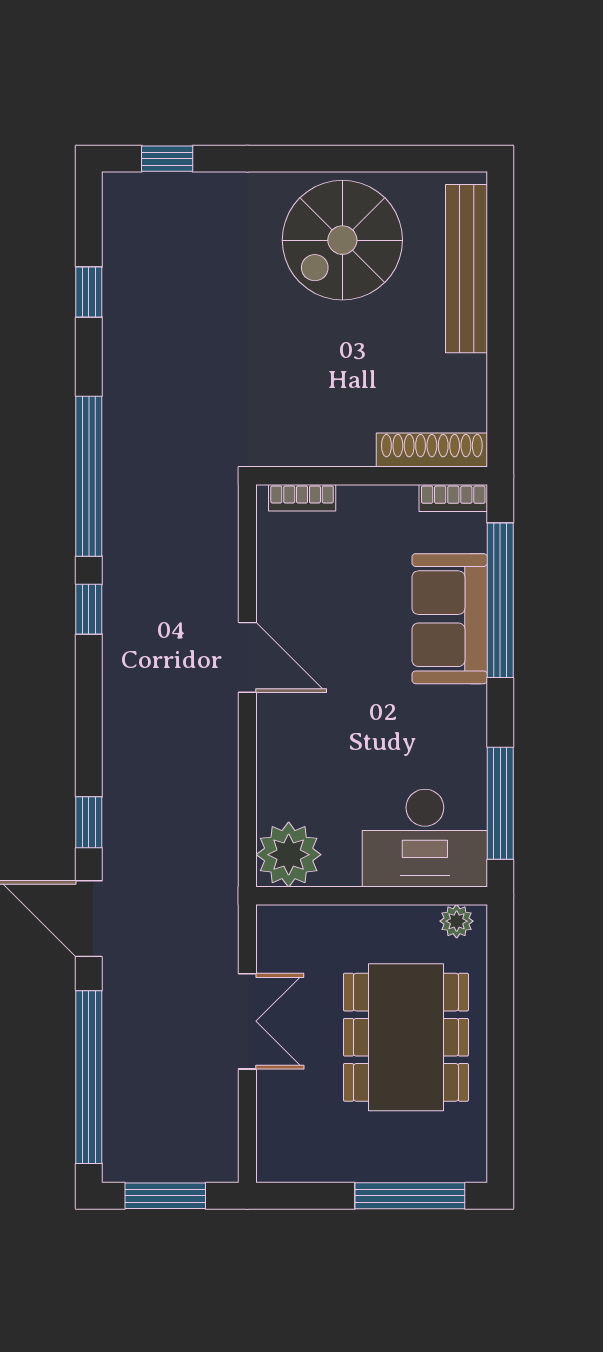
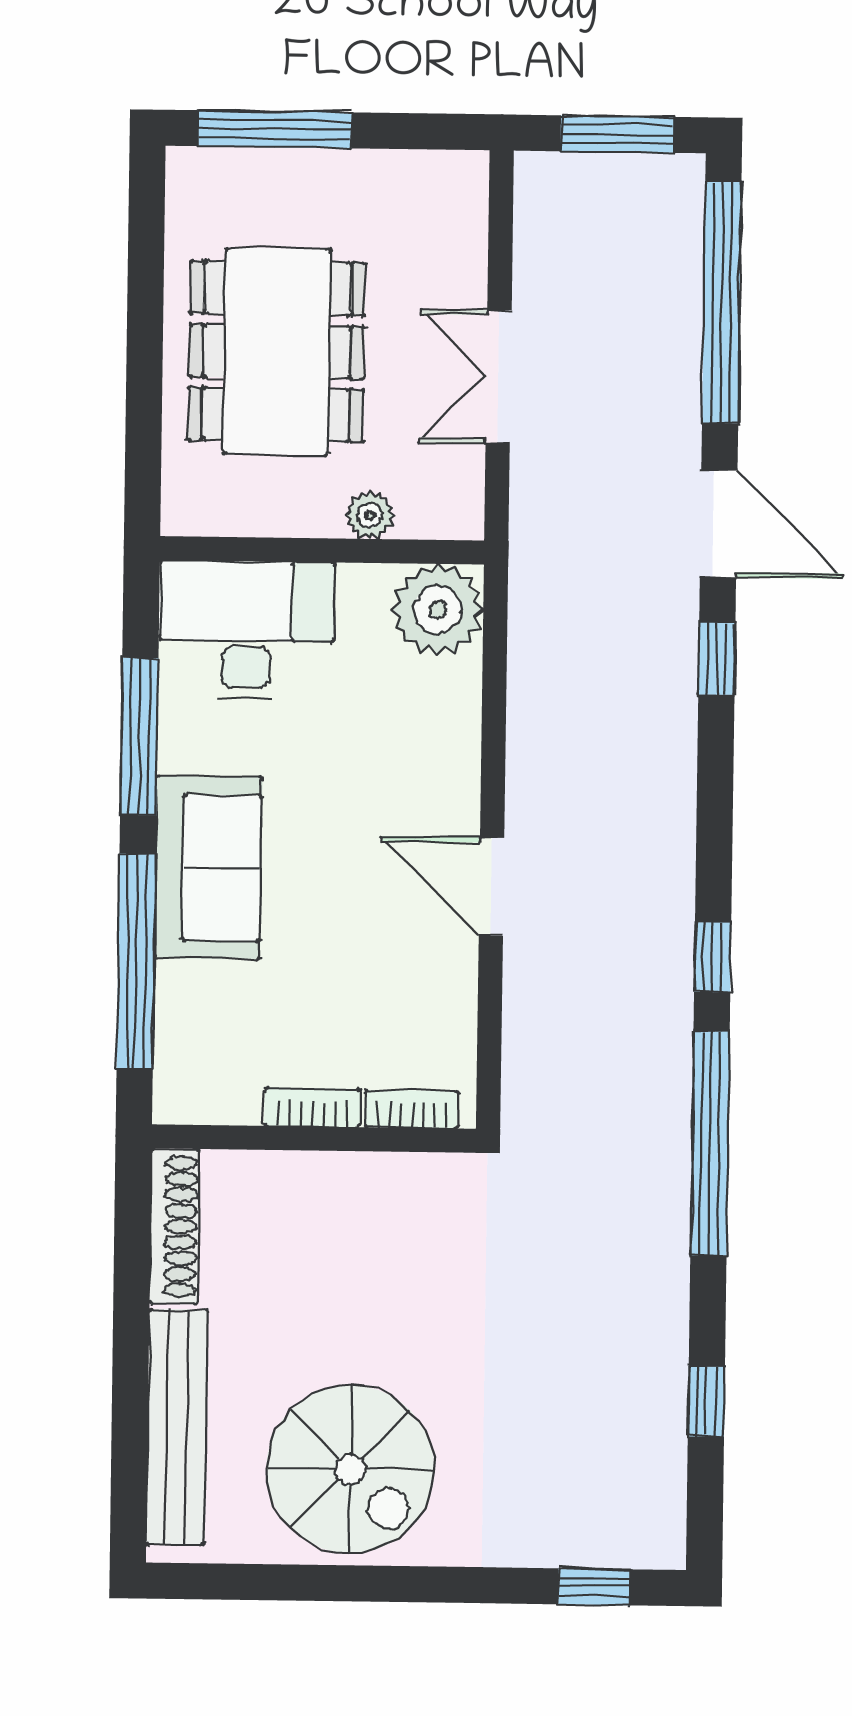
spiral stairs: (342, 240) -> (350, 1469), turned 90
shoe rack: (432, 450) -> (174, 1226), moved, turned -90
bookcase: (453, 498) -> (312, 1107), moved
sofa: (450, 619) -> (208, 868), moved
window: (500, 803) -> (139, 737), moved
plant: (457, 921) -> (370, 515), moved

